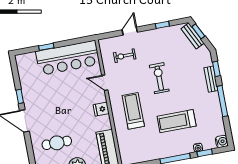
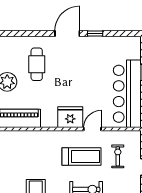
fridge: (101, 109) -> (70, 117), width x1.88, depth x1.34
treadmill: (133, 111) -> (82, 156), moved

